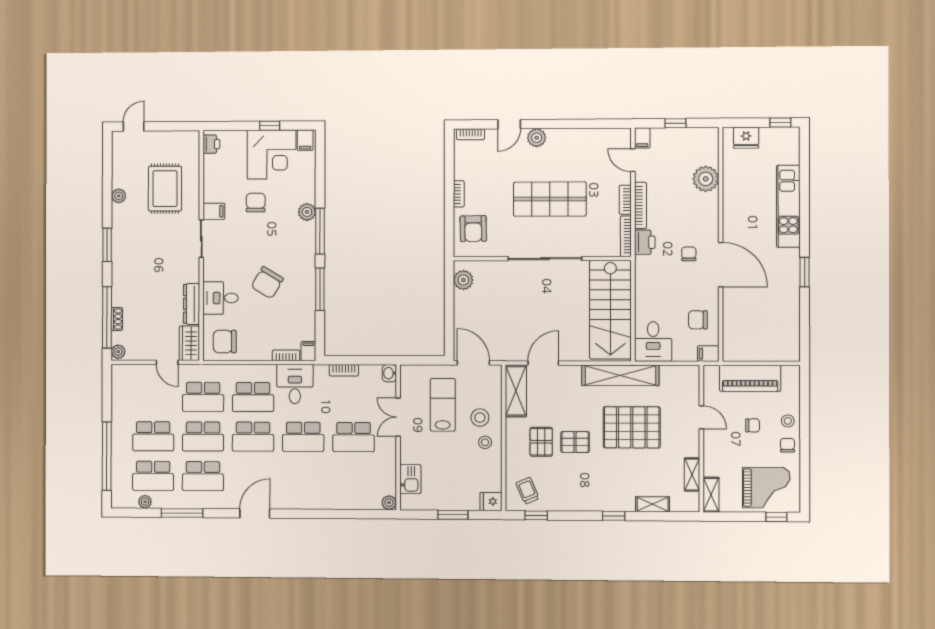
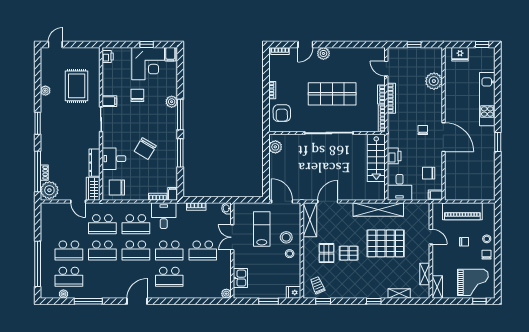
filing cabinet: (642, 138) -> (393, 54), removed
printer: (645, 242) -> (394, 156), moved
stairs: (610, 310) -> (376, 158), width x0.73, depth x0.66
plant: (118, 352) -> (49, 190), width x1.87, depth x1.87
school desk: (203, 476) -> (169, 277), moved

